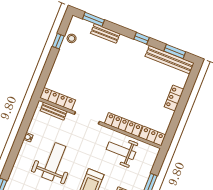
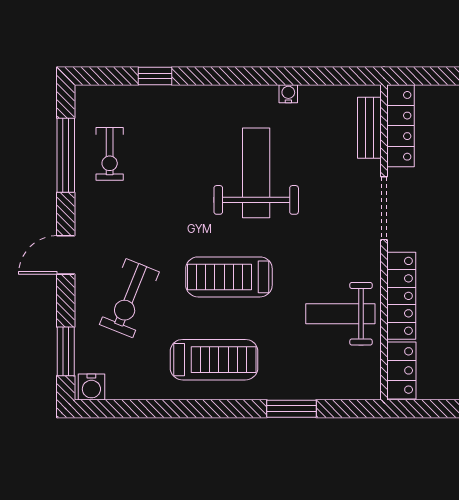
weight bench: (121, 151) -> (340, 314), turned -90
weight bench: (54, 162) -> (256, 173), turned -90

